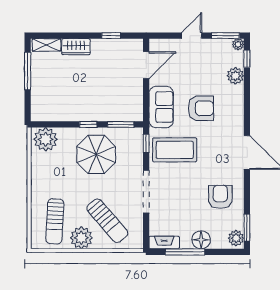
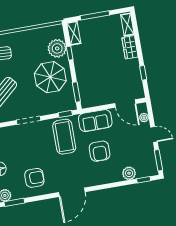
plant: (238, 44) -> (144, 118), moved
window: (28, 71) -> (95, 15), moved
shelving: (45, 115) -> (74, 33), added
window: (88, 124) -> (70, 53), moved
plant: (46, 139) -> (57, 48), moved
doorway: (146, 192) -> (29, 120), width x0.73

